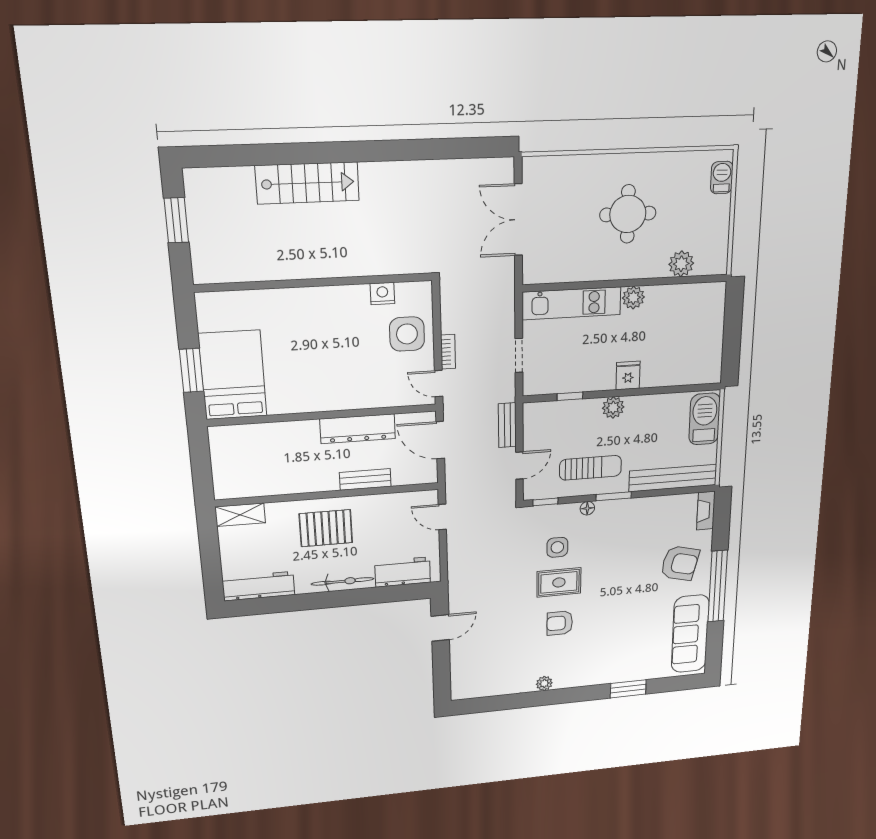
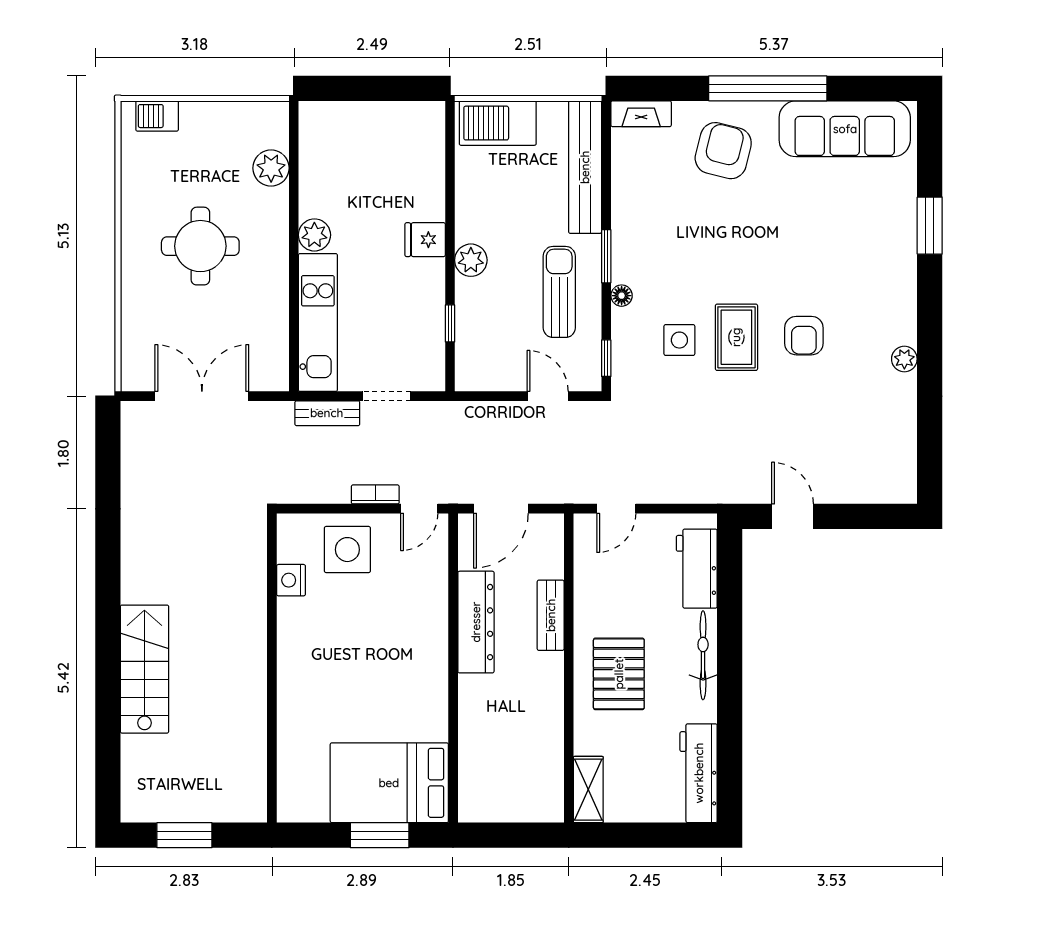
double door: (518, 220) -> (202, 396), swing flipped
bench: (507, 425) -> (327, 413), moved

